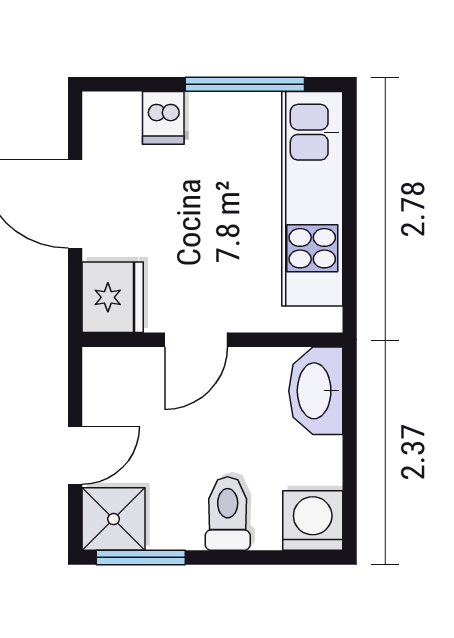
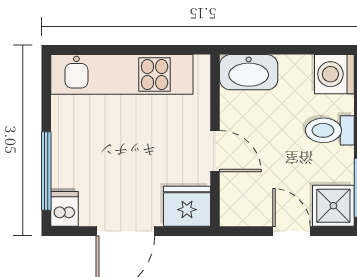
window: (245, 84) -> (46, 171), moved
dishwasher: (163, 118) -> (65, 209), moved, turned -90

